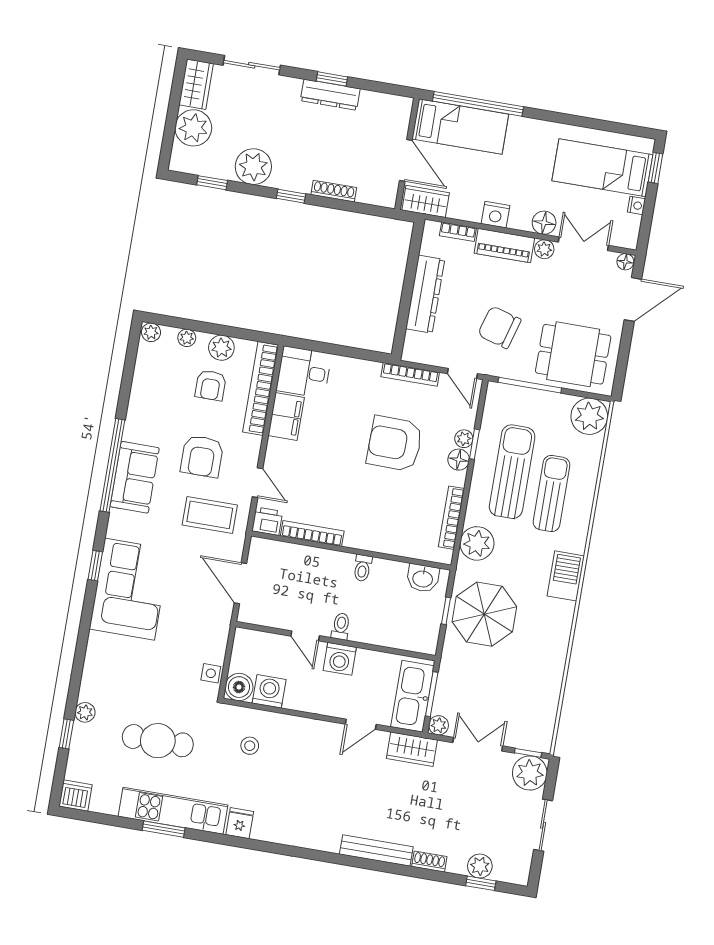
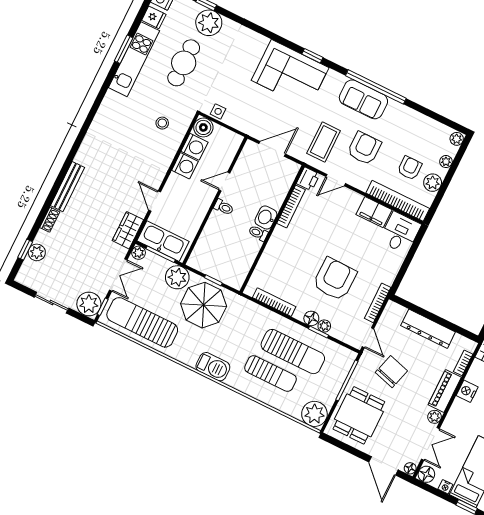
floor lamp: (544, 223) -> (426, 474), moved
door: (462, 374) -> (368, 338), swing flipped
armchair: (211, 385) -> (410, 168), turned 90
armchair: (202, 456) -> (364, 148), turned 90
plant: (477, 543) -> (177, 277), moved
washbasin: (423, 578) -> (266, 218), moved
washing machine: (340, 659) -> (185, 166), moved, turned 180
sun lounger: (533, 692) -> (142, 322), added
plant: (85, 712) -> (209, 23), width x1.88, depth x1.88
fridge: (240, 823) -> (154, 17), moved

